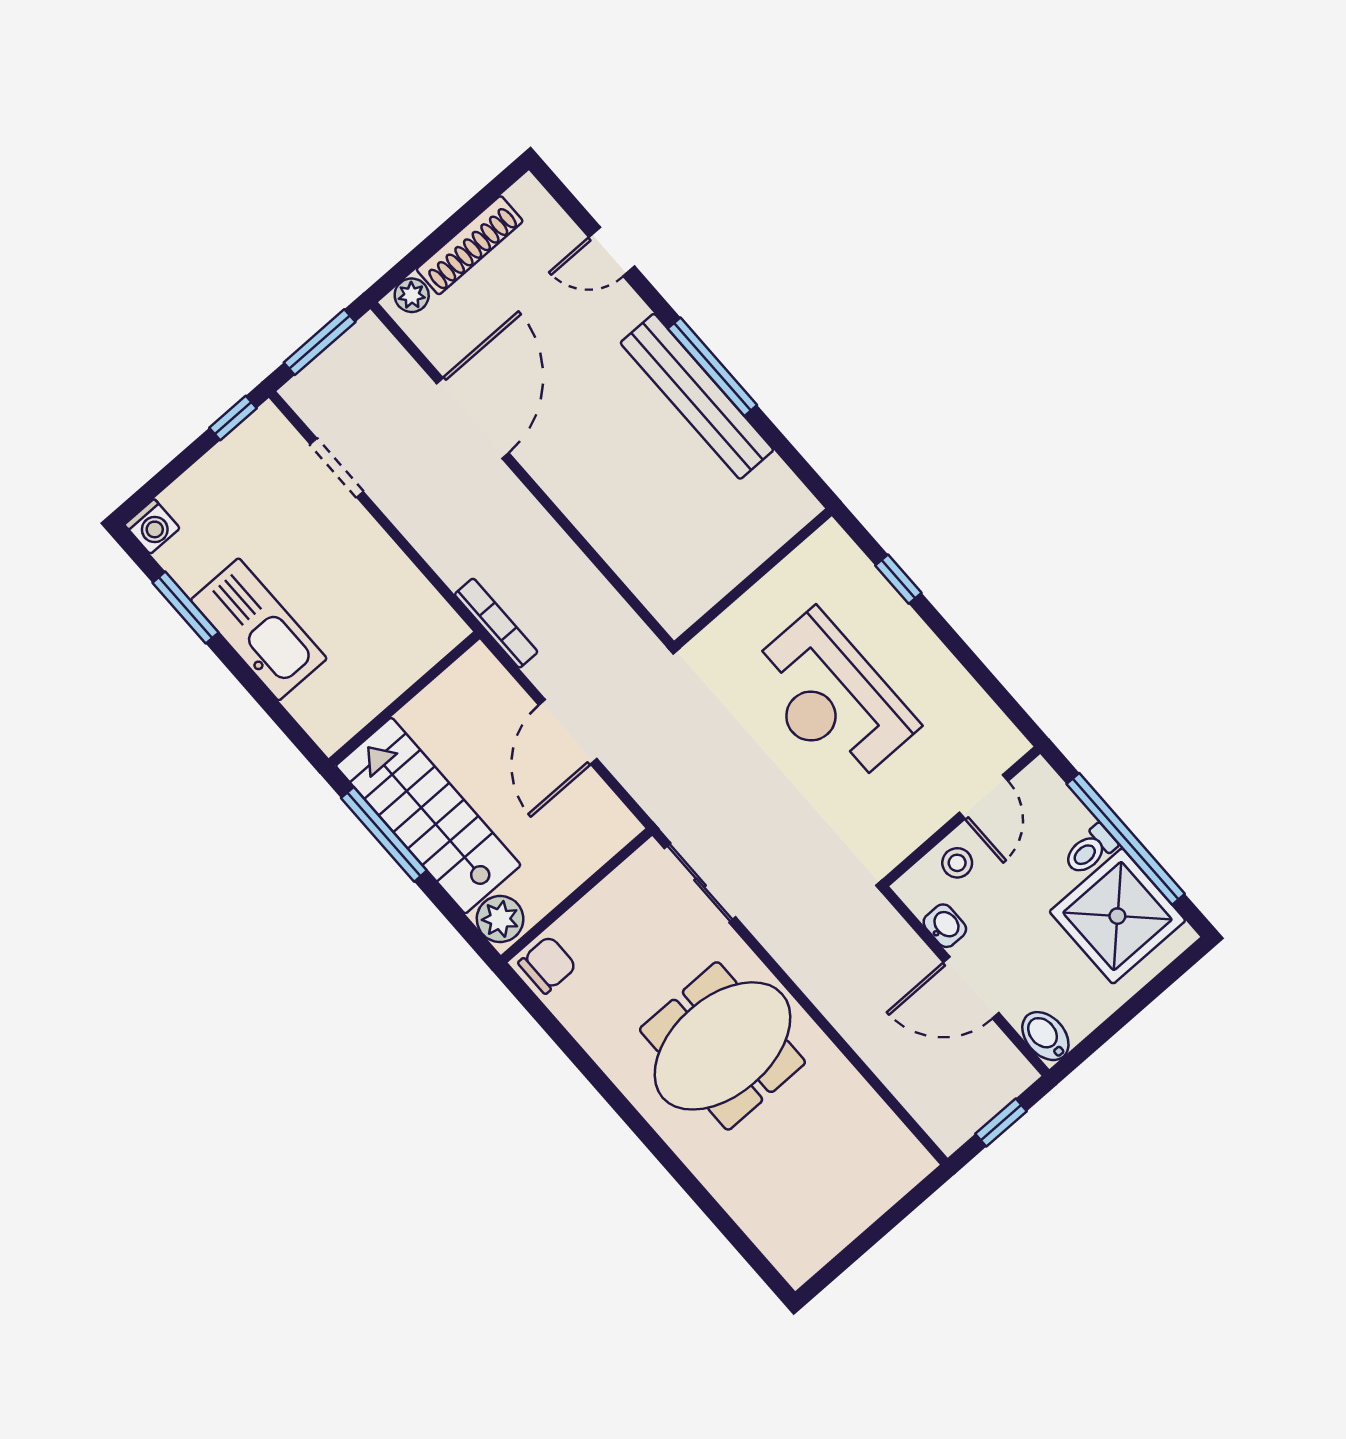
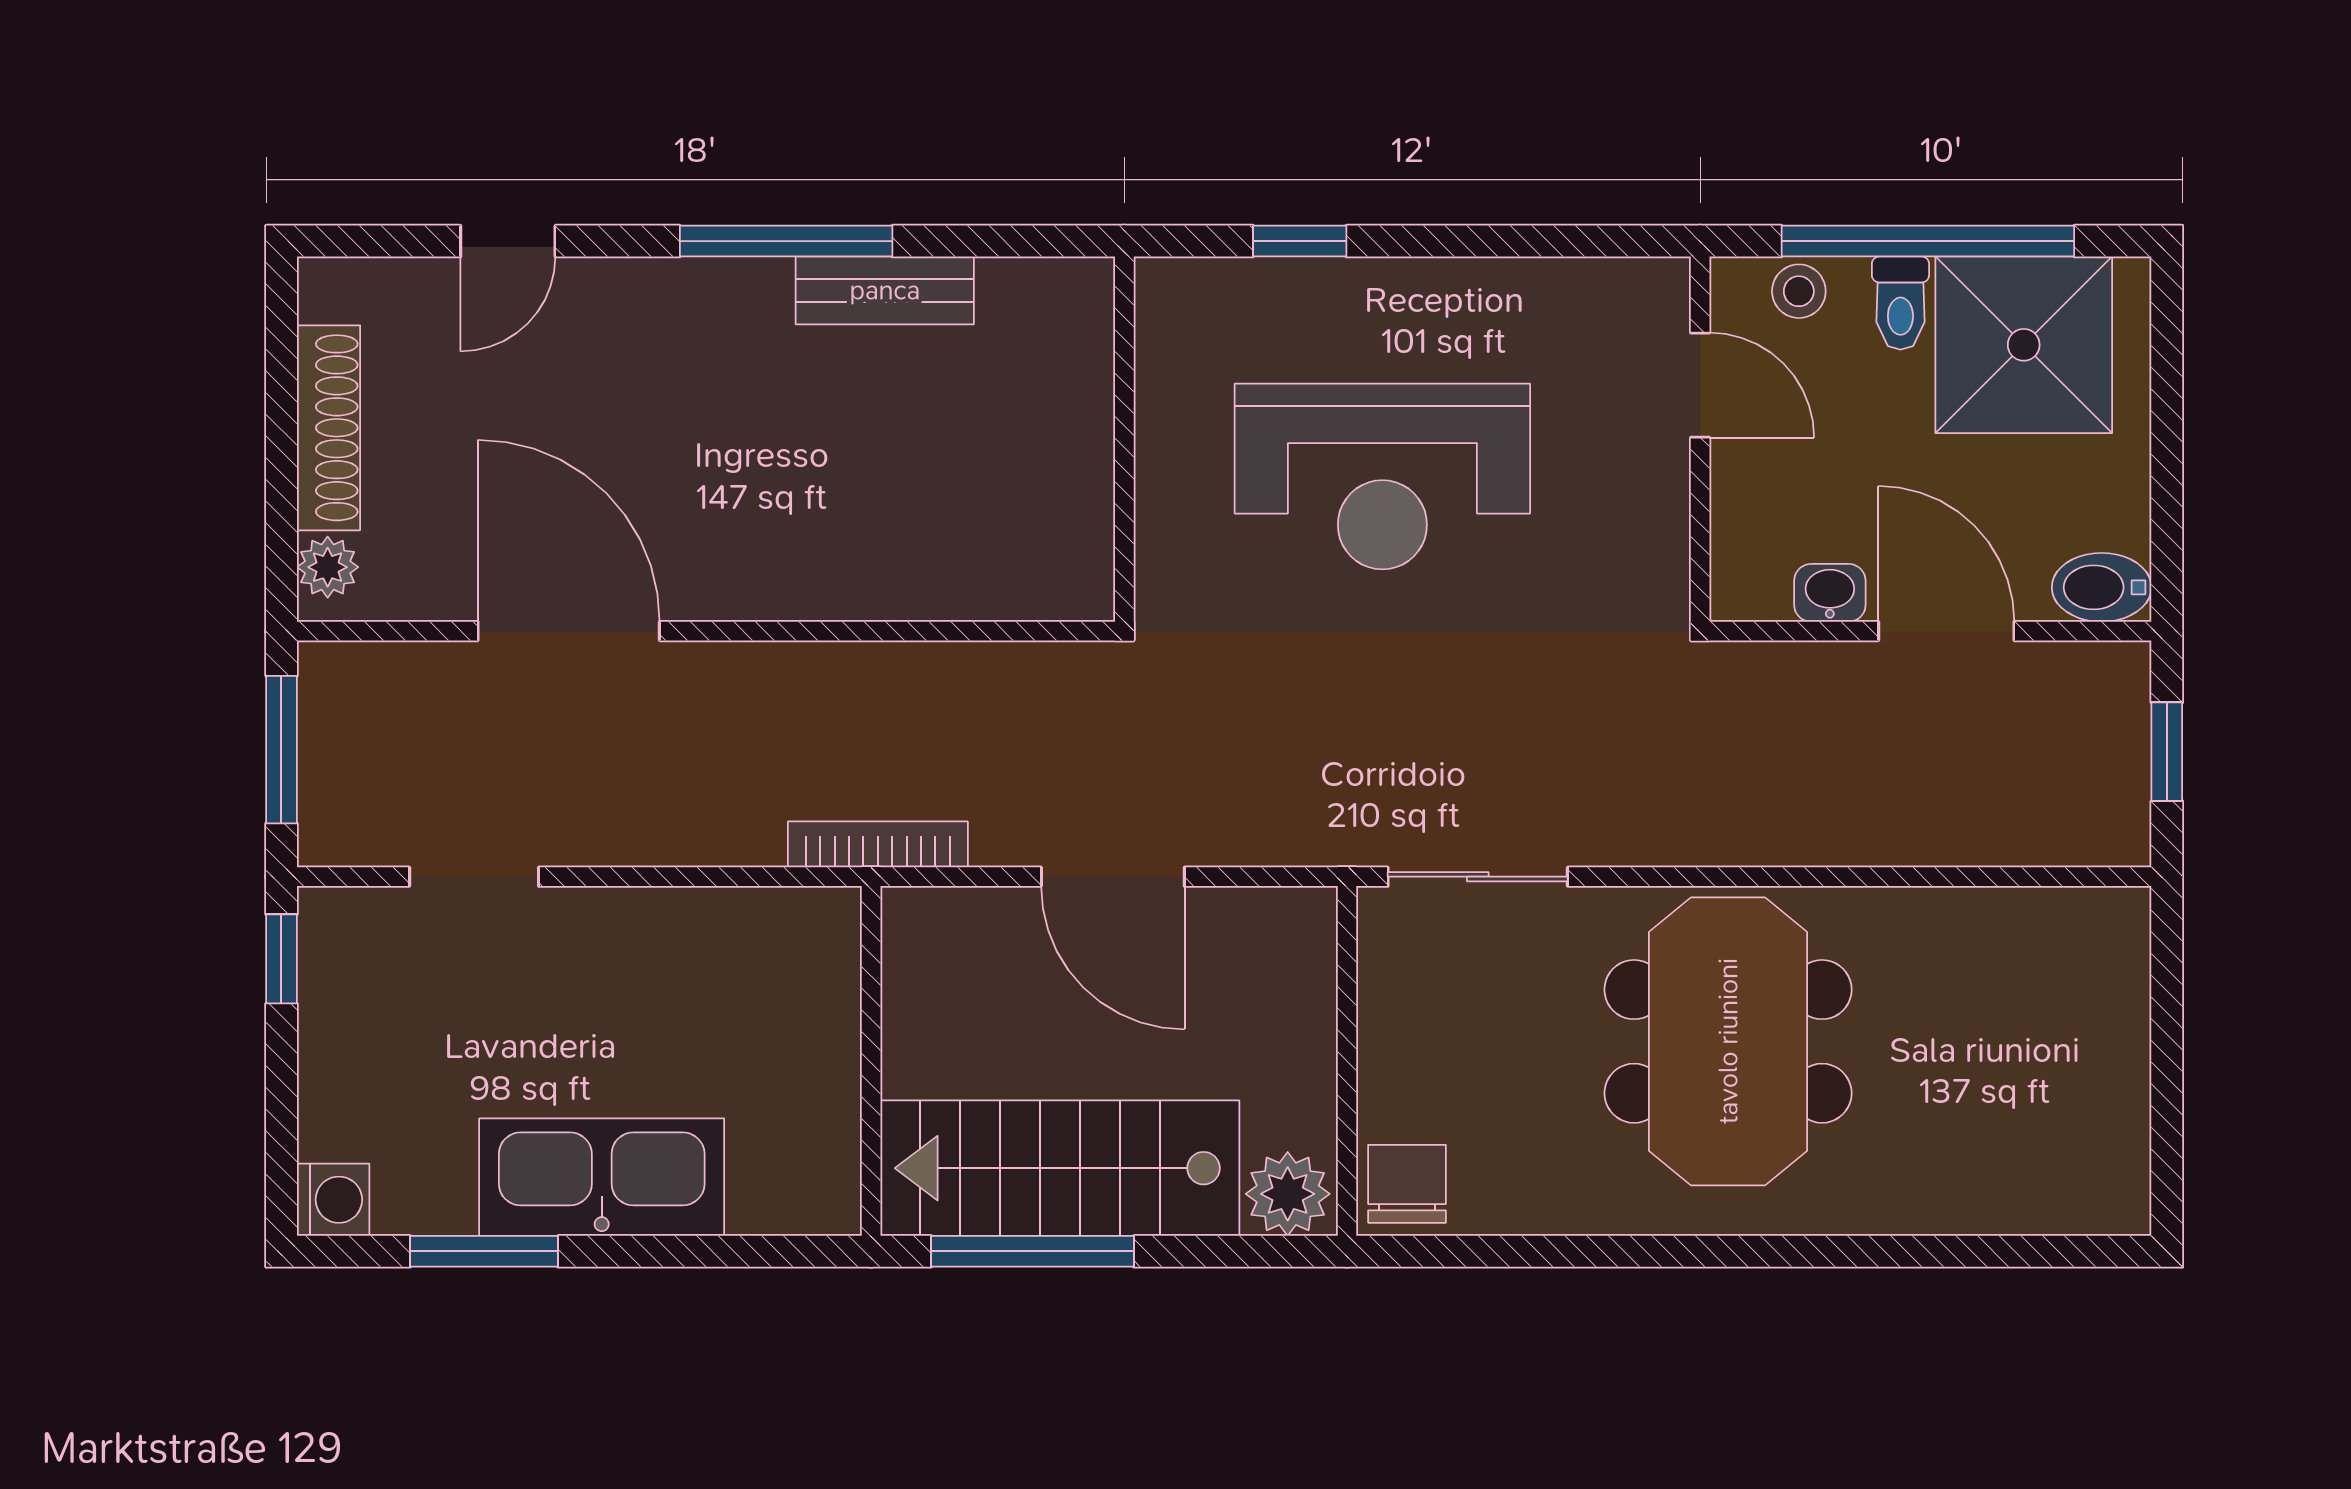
bench: (697, 396) -> (885, 290), width x0.54, depth x0.82
stool: (957, 863) -> (1799, 291), moved
door: (971, 988) -> (1946, 631), swing flipped

